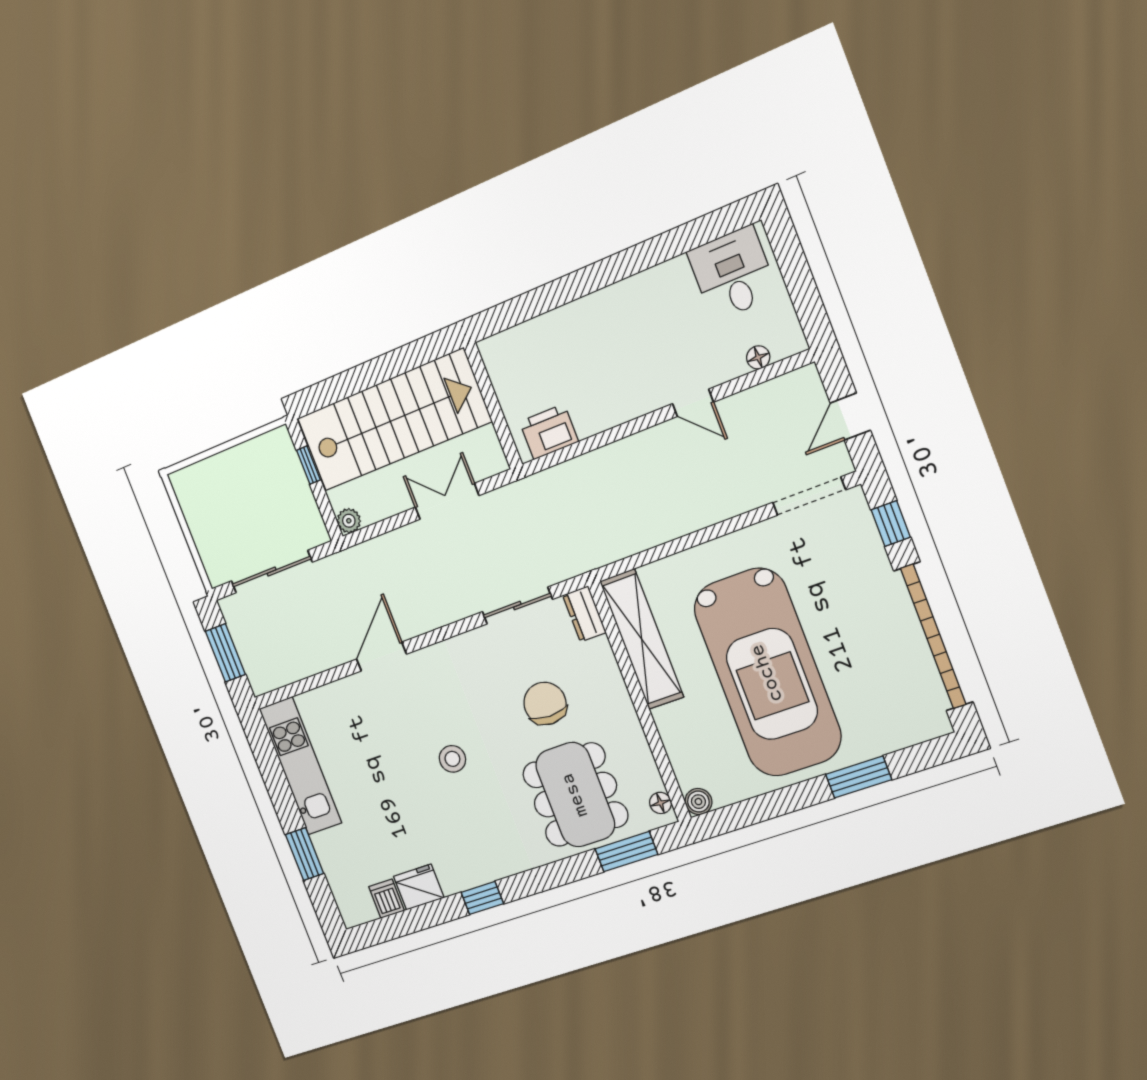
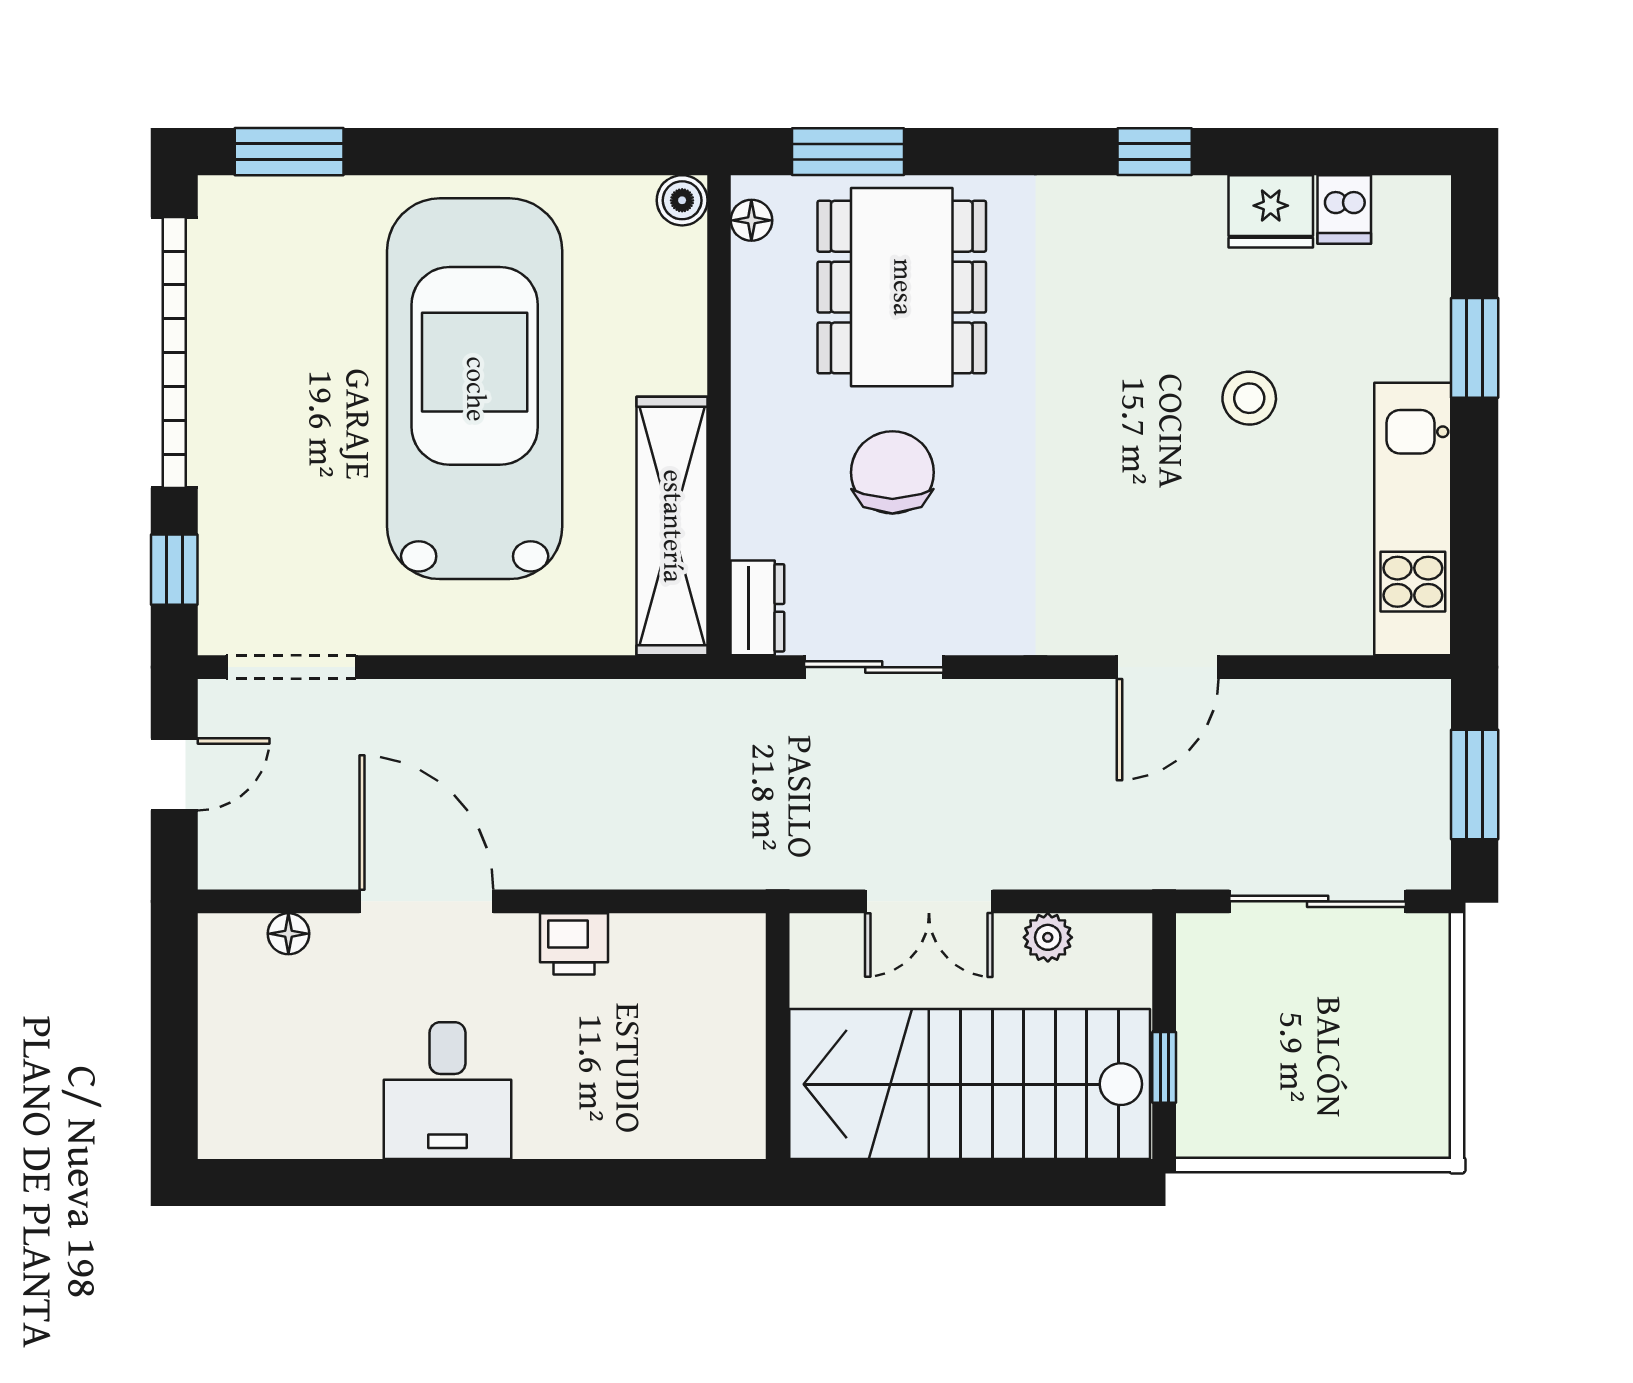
desk: (733, 273) -> (447, 1091), moved
door: (693, 403) -> (426, 901), width x1.88
printer: (549, 432) -> (574, 944), moved, width x0.73, depth x0.81
plant: (349, 521) -> (1048, 937), moved
chair: (545, 703) -> (892, 472), turned 180
stool: (452, 759) -> (1249, 398), moved
window: (859, 777) -> (289, 152), moved

